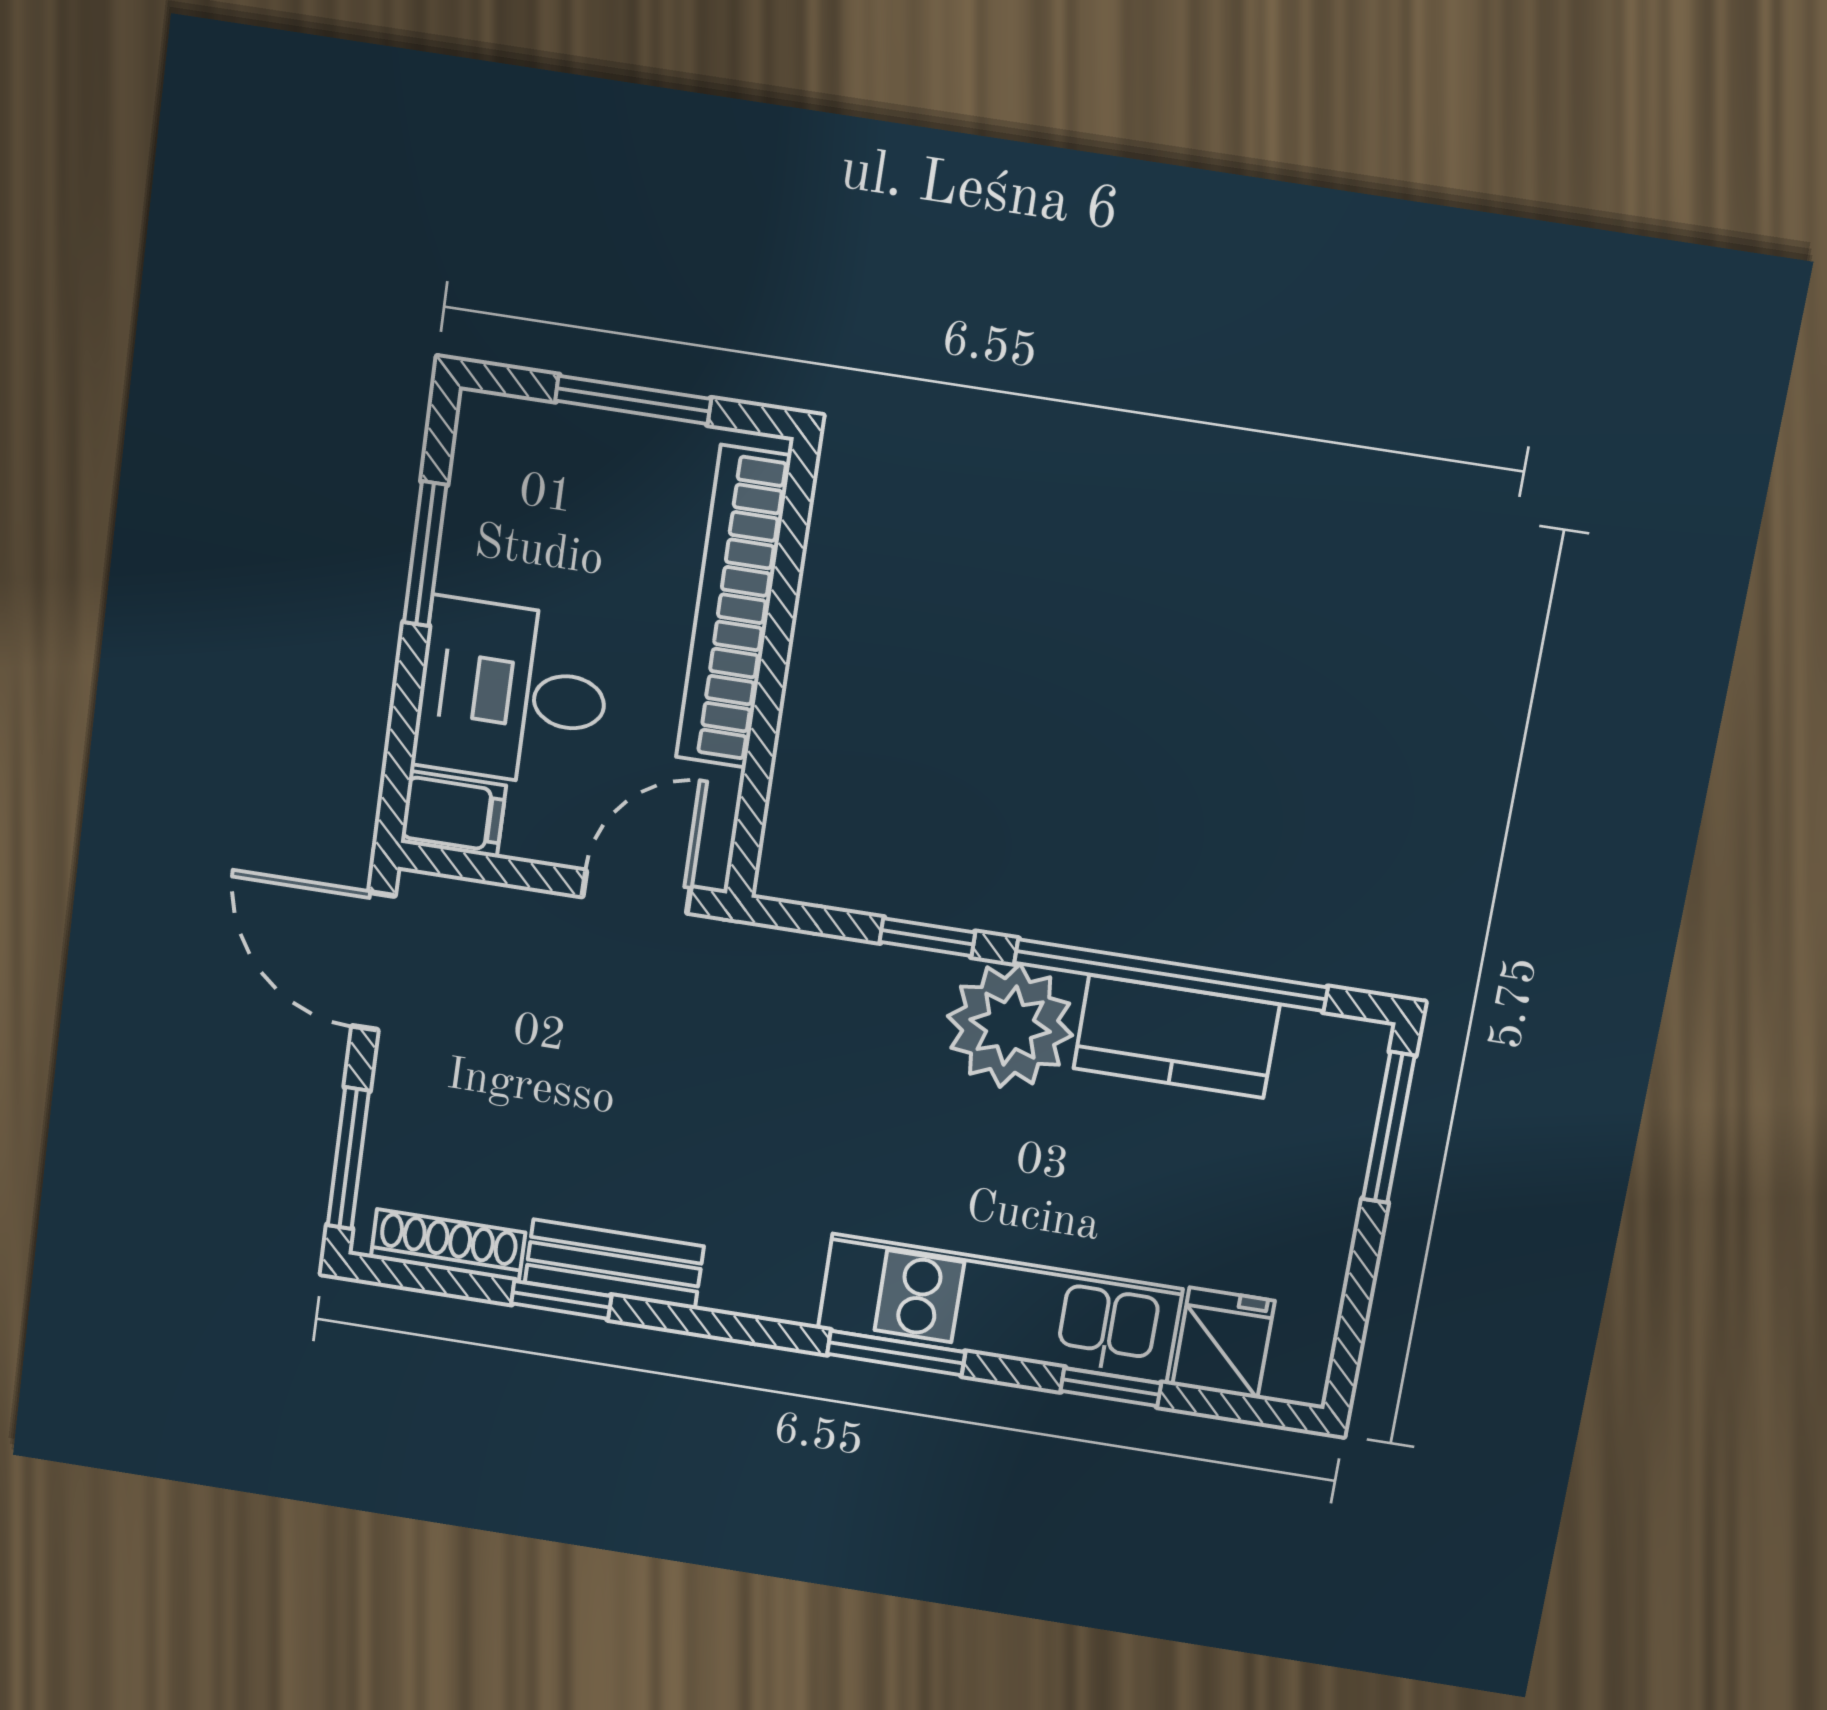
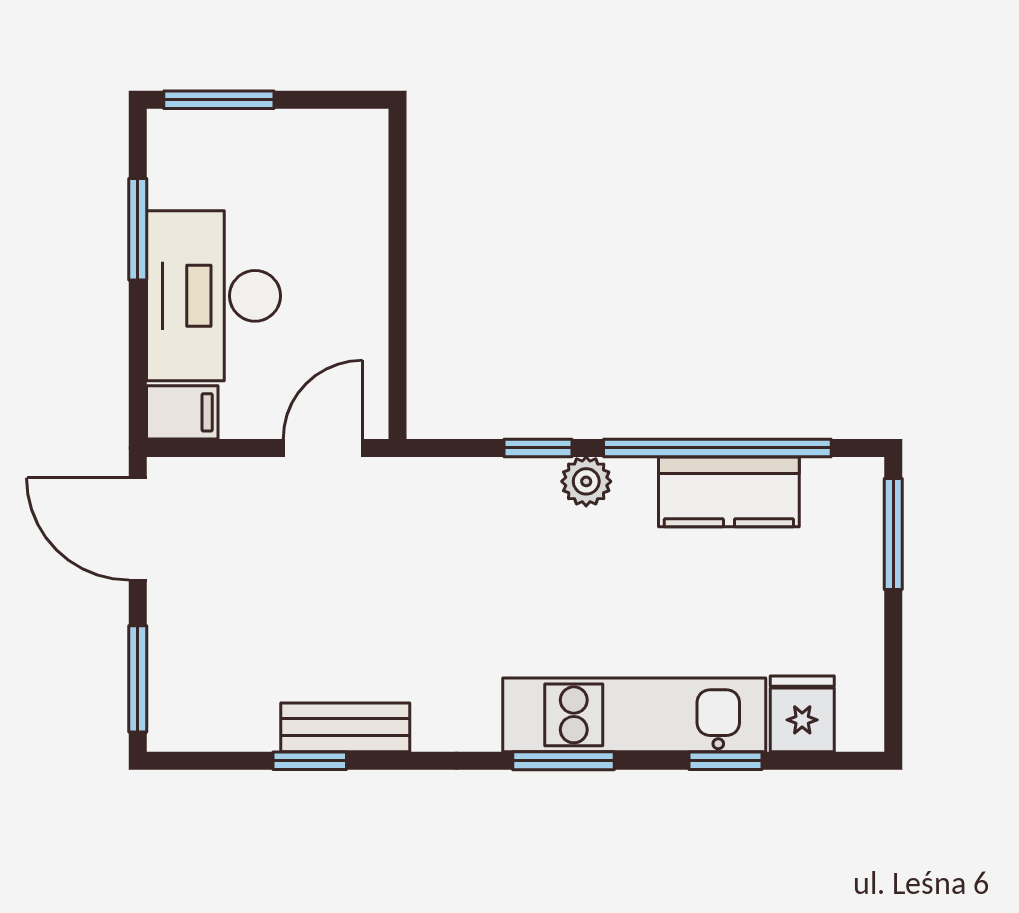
window: (633, 400) -> (219, 100), moved
bookcase: (733, 607) -> (363, 234), removed
desk: (512, 694) -> (214, 296), width x1.37
plant: (1010, 1026) -> (586, 481), width x0.53, depth x0.53
shoe rack: (448, 1245) -> (220, 733), removed

